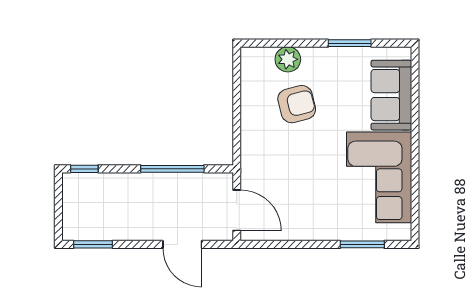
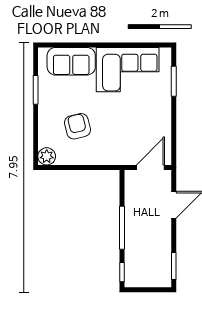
plant: (288, 59) -> (47, 156), moved
window: (172, 169) -> (122, 228), moved

